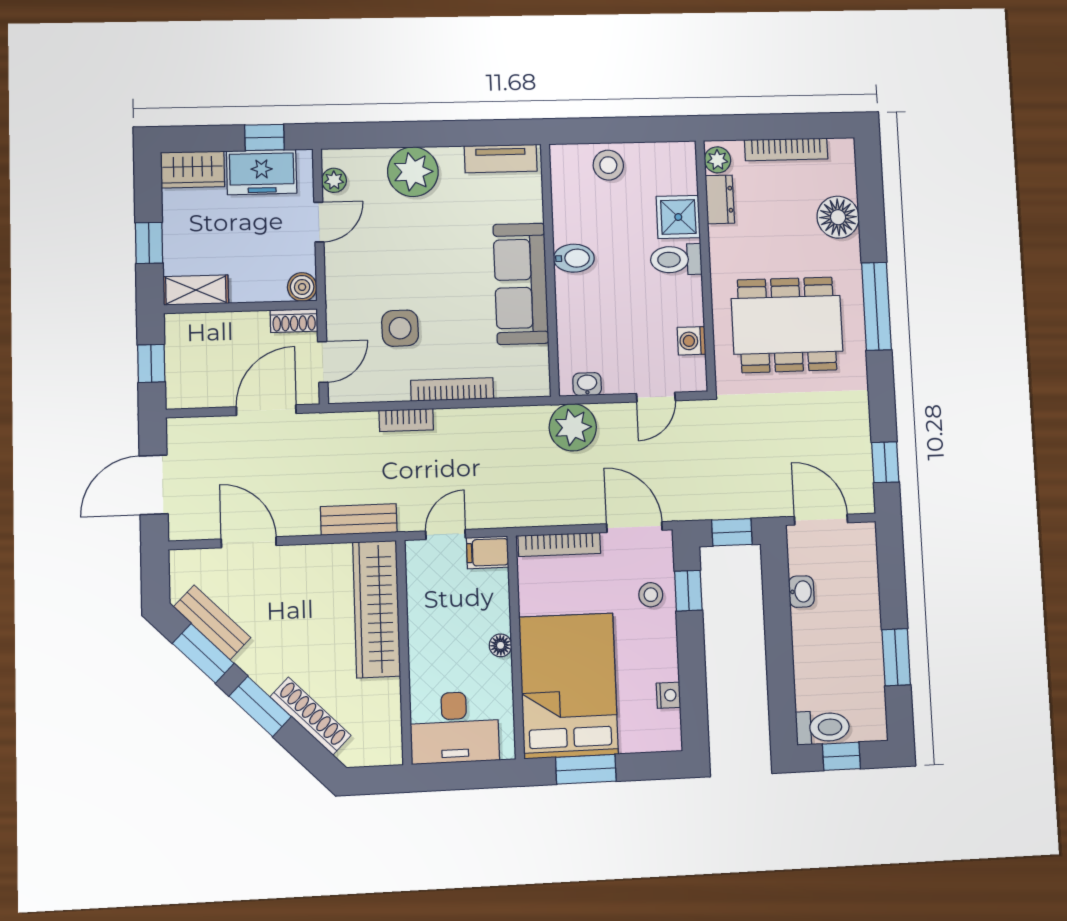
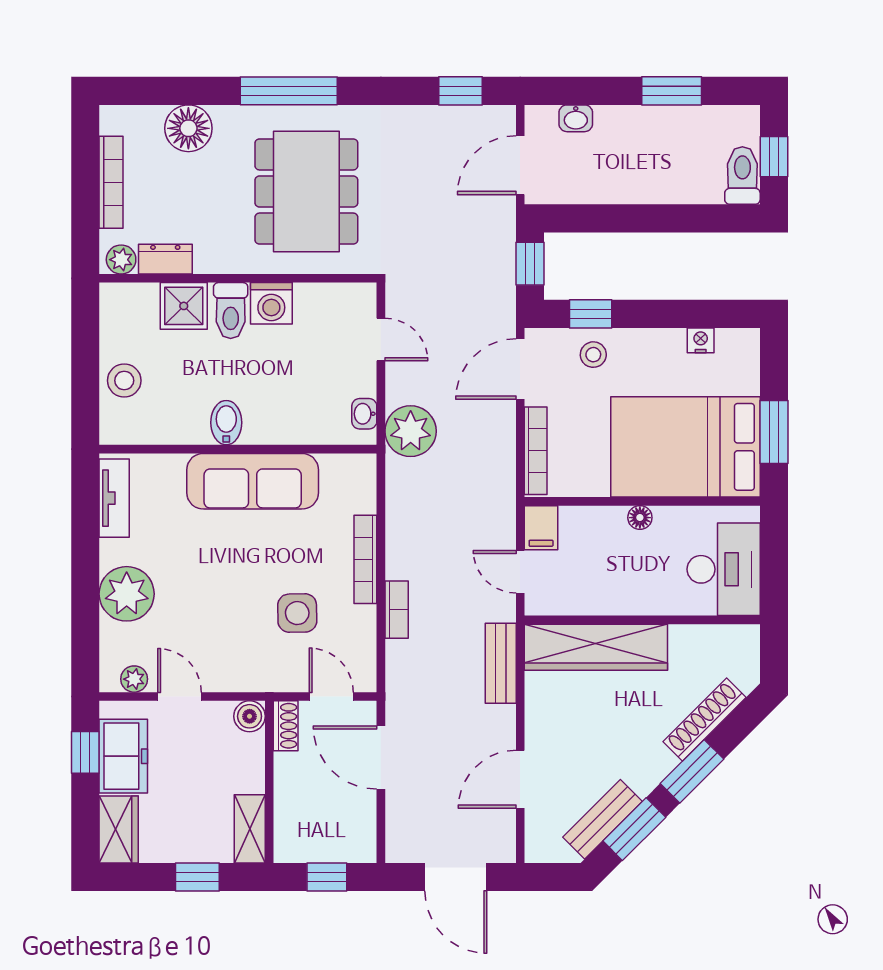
washing machine: (692, 341) -> (271, 303), moved, width x1.38, depth x1.38
washbasin: (801, 592) -> (576, 118), moved, turned 180

